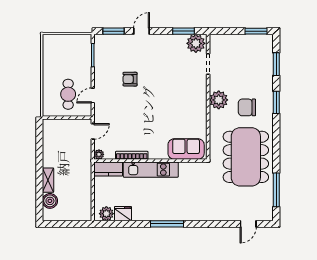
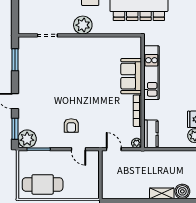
plant: (196, 43) -> (27, 139), moved
armchair: (130, 79) -> (71, 126), moved
cafe table: (68, 94) -> (43, 184), moved, width x1.37, depth x1.35
sofa: (186, 149) -> (131, 76), moved
kitchen unit: (151, 170) -> (151, 73), moved

